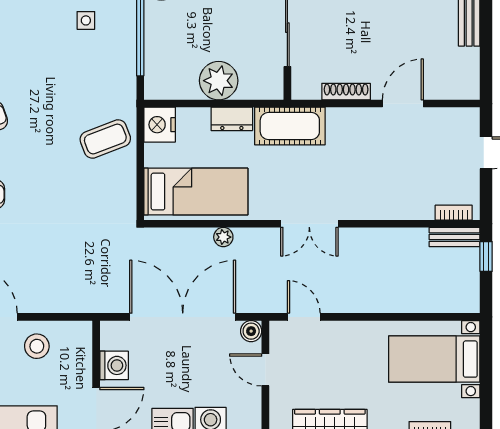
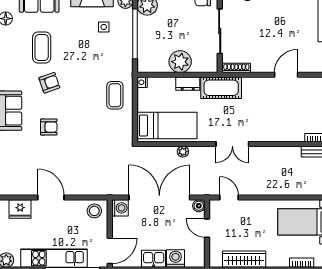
shoe rack: (346, 92) -> (236, 68), moved
nightstand: (160, 125) -> (142, 82), width x0.53, depth x0.56
coffee table: (105, 139) -> (115, 95), turned -69
stool: (37, 346) -> (94, 211), moved
washing machine: (114, 365) -> (120, 208), moved

